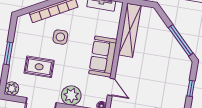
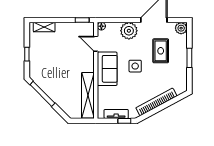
side table: (60, 37) -> (135, 66), moved
rug: (39, 67) -> (161, 51), turned 90

